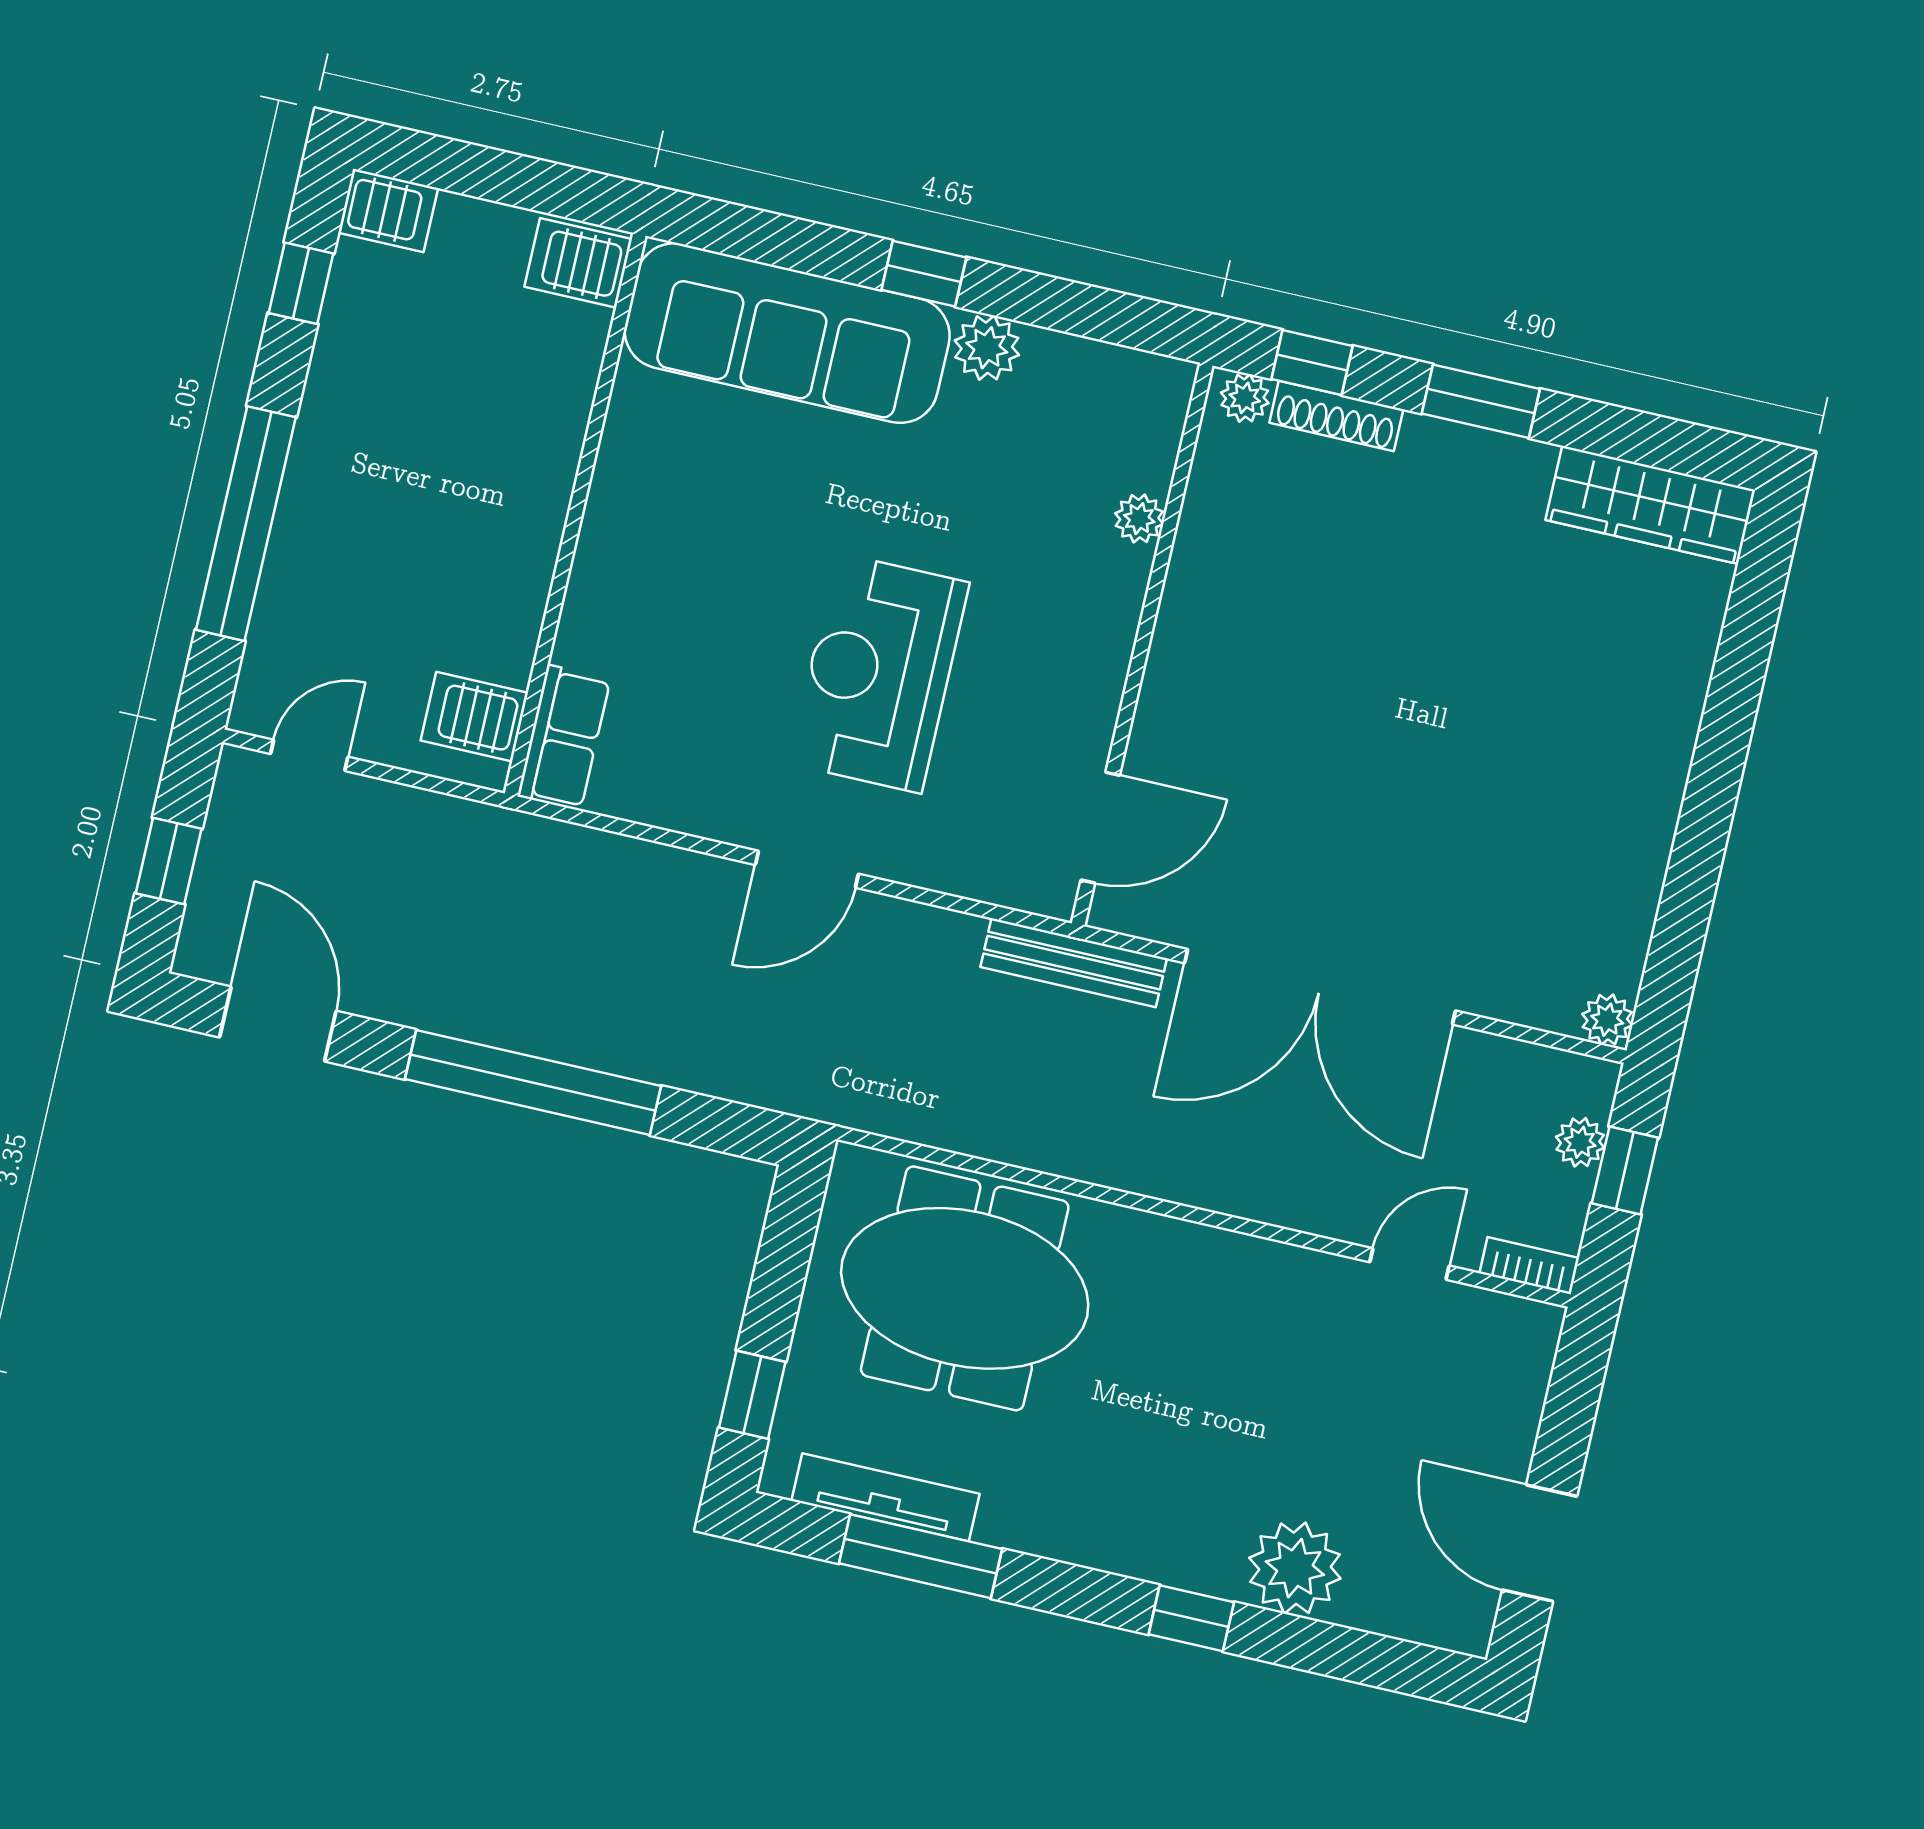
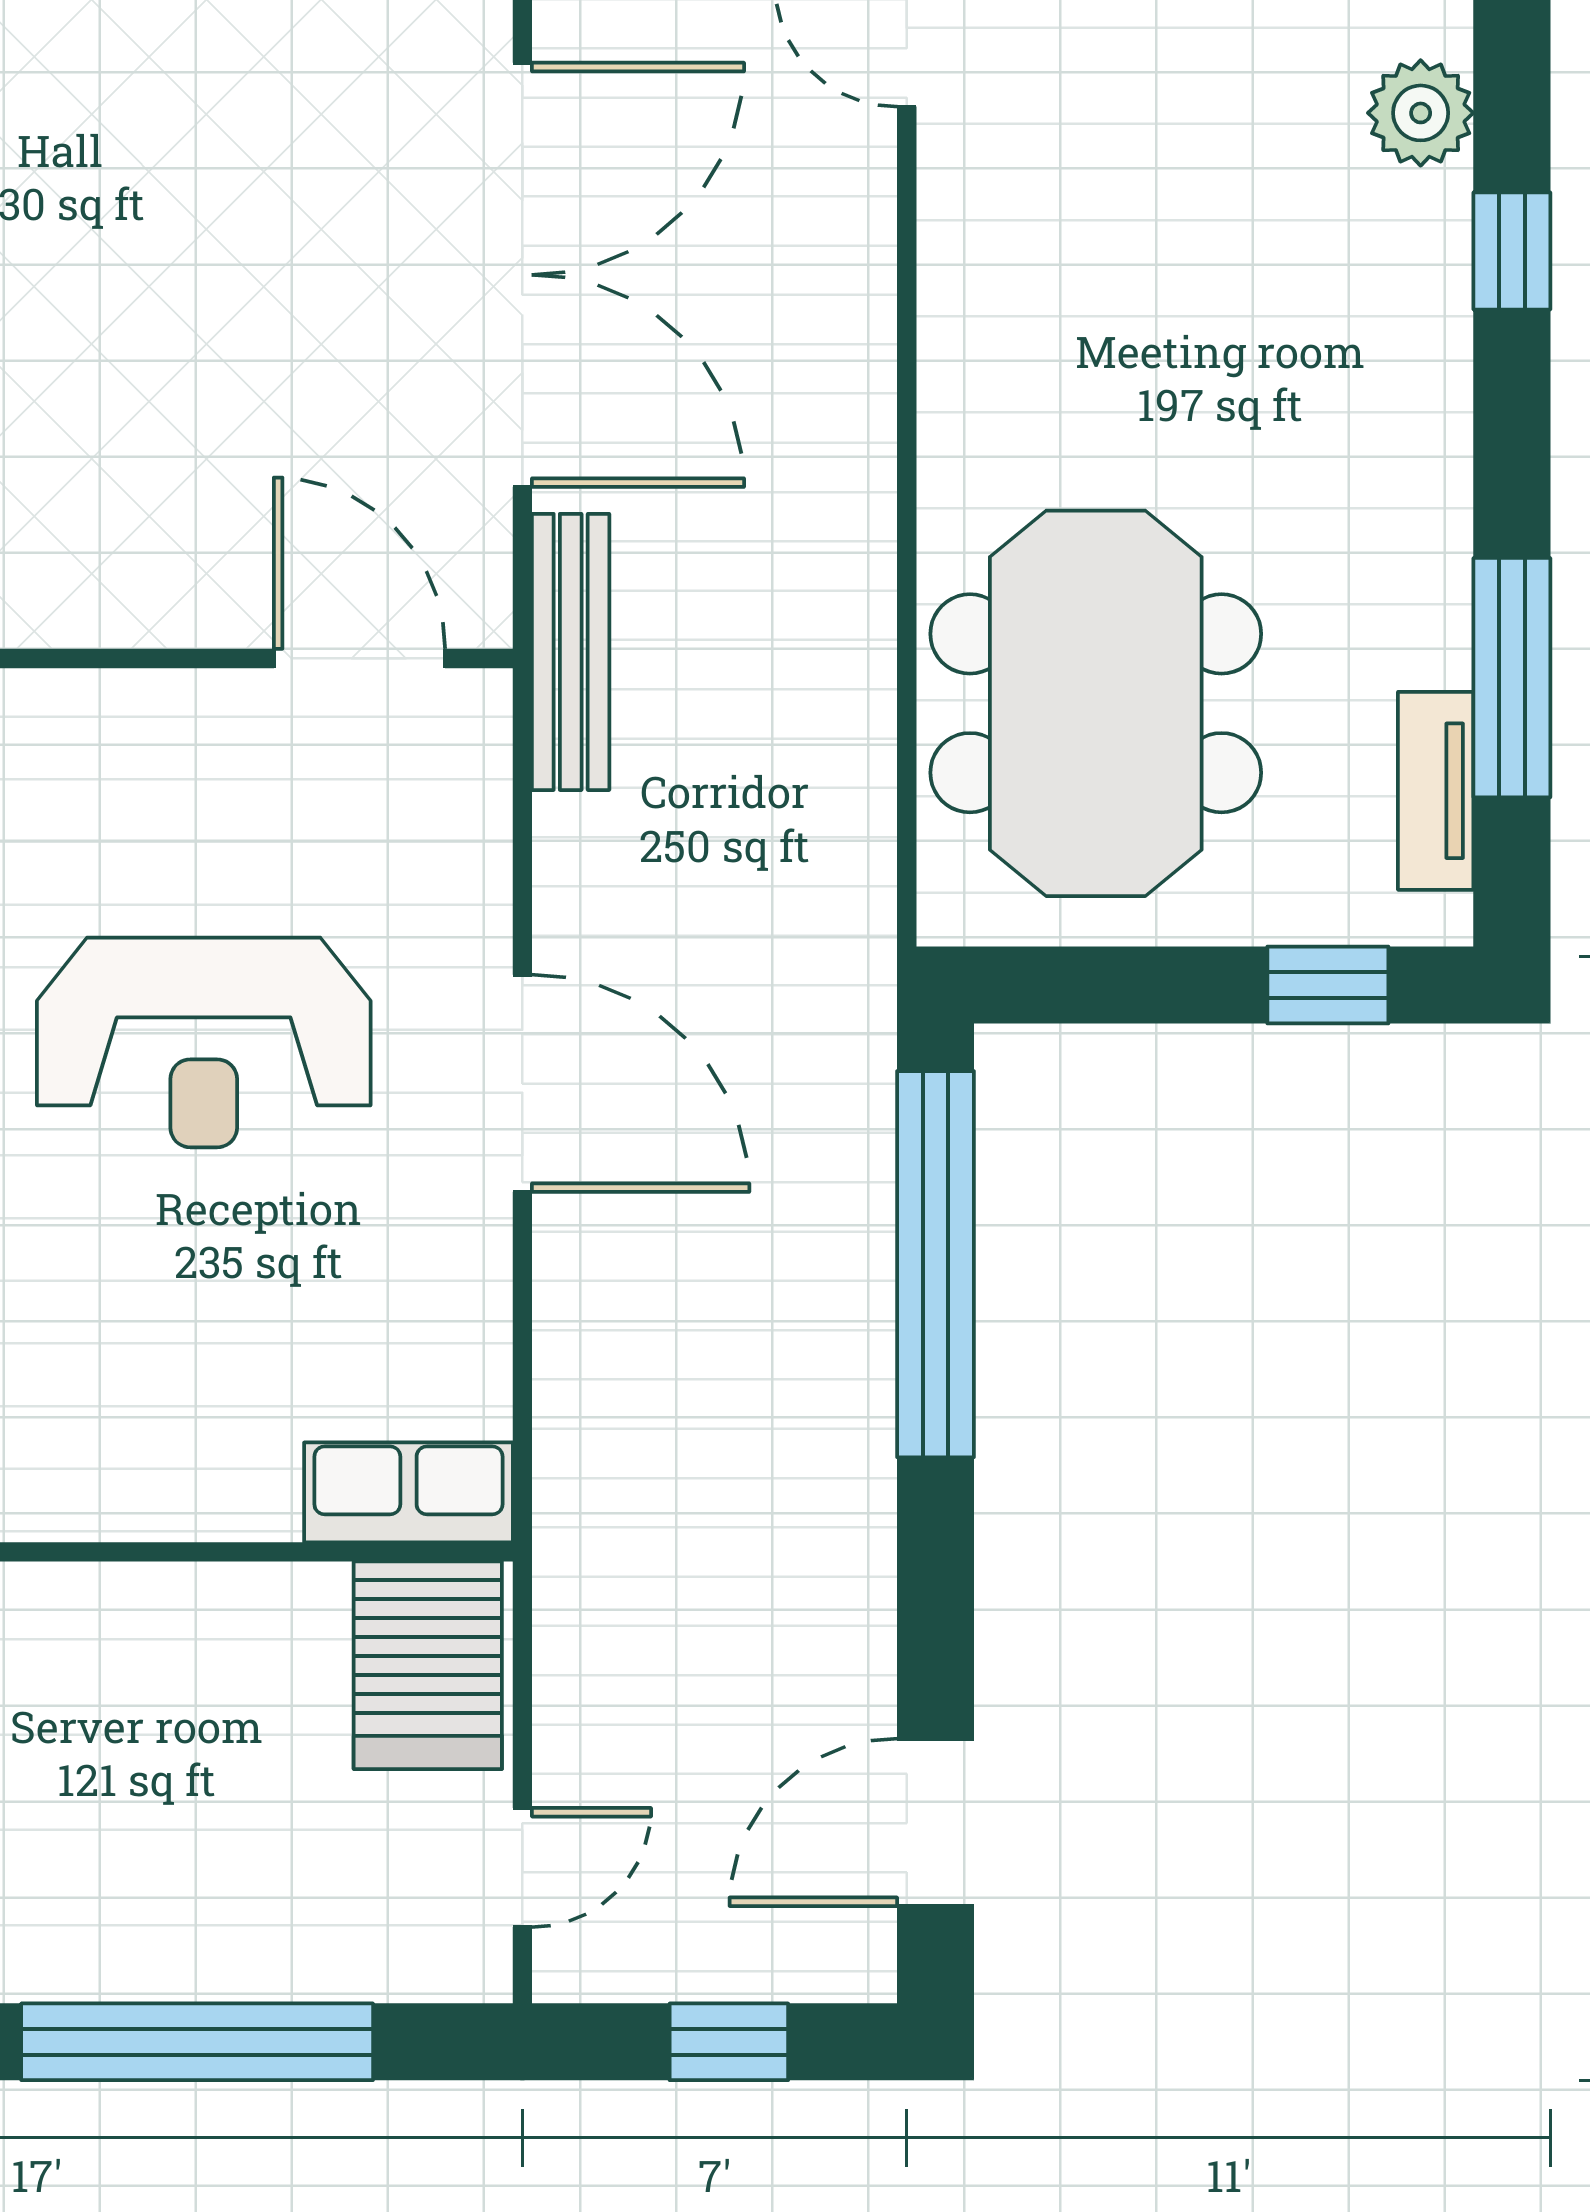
server rack: (474, 717) -> (428, 1665), width x1.36, depth x1.44
door: (309, 755) -> (522, 1867), swing flipped
door: (807, 869) -> (522, 1083), width x1.36
window: (533, 1082) -> (935, 1264), moved
tv unit: (885, 1497) -> (1436, 791), width x0.71
plant: (1295, 1568) -> (1421, 113), width x0.73, depth x0.73

